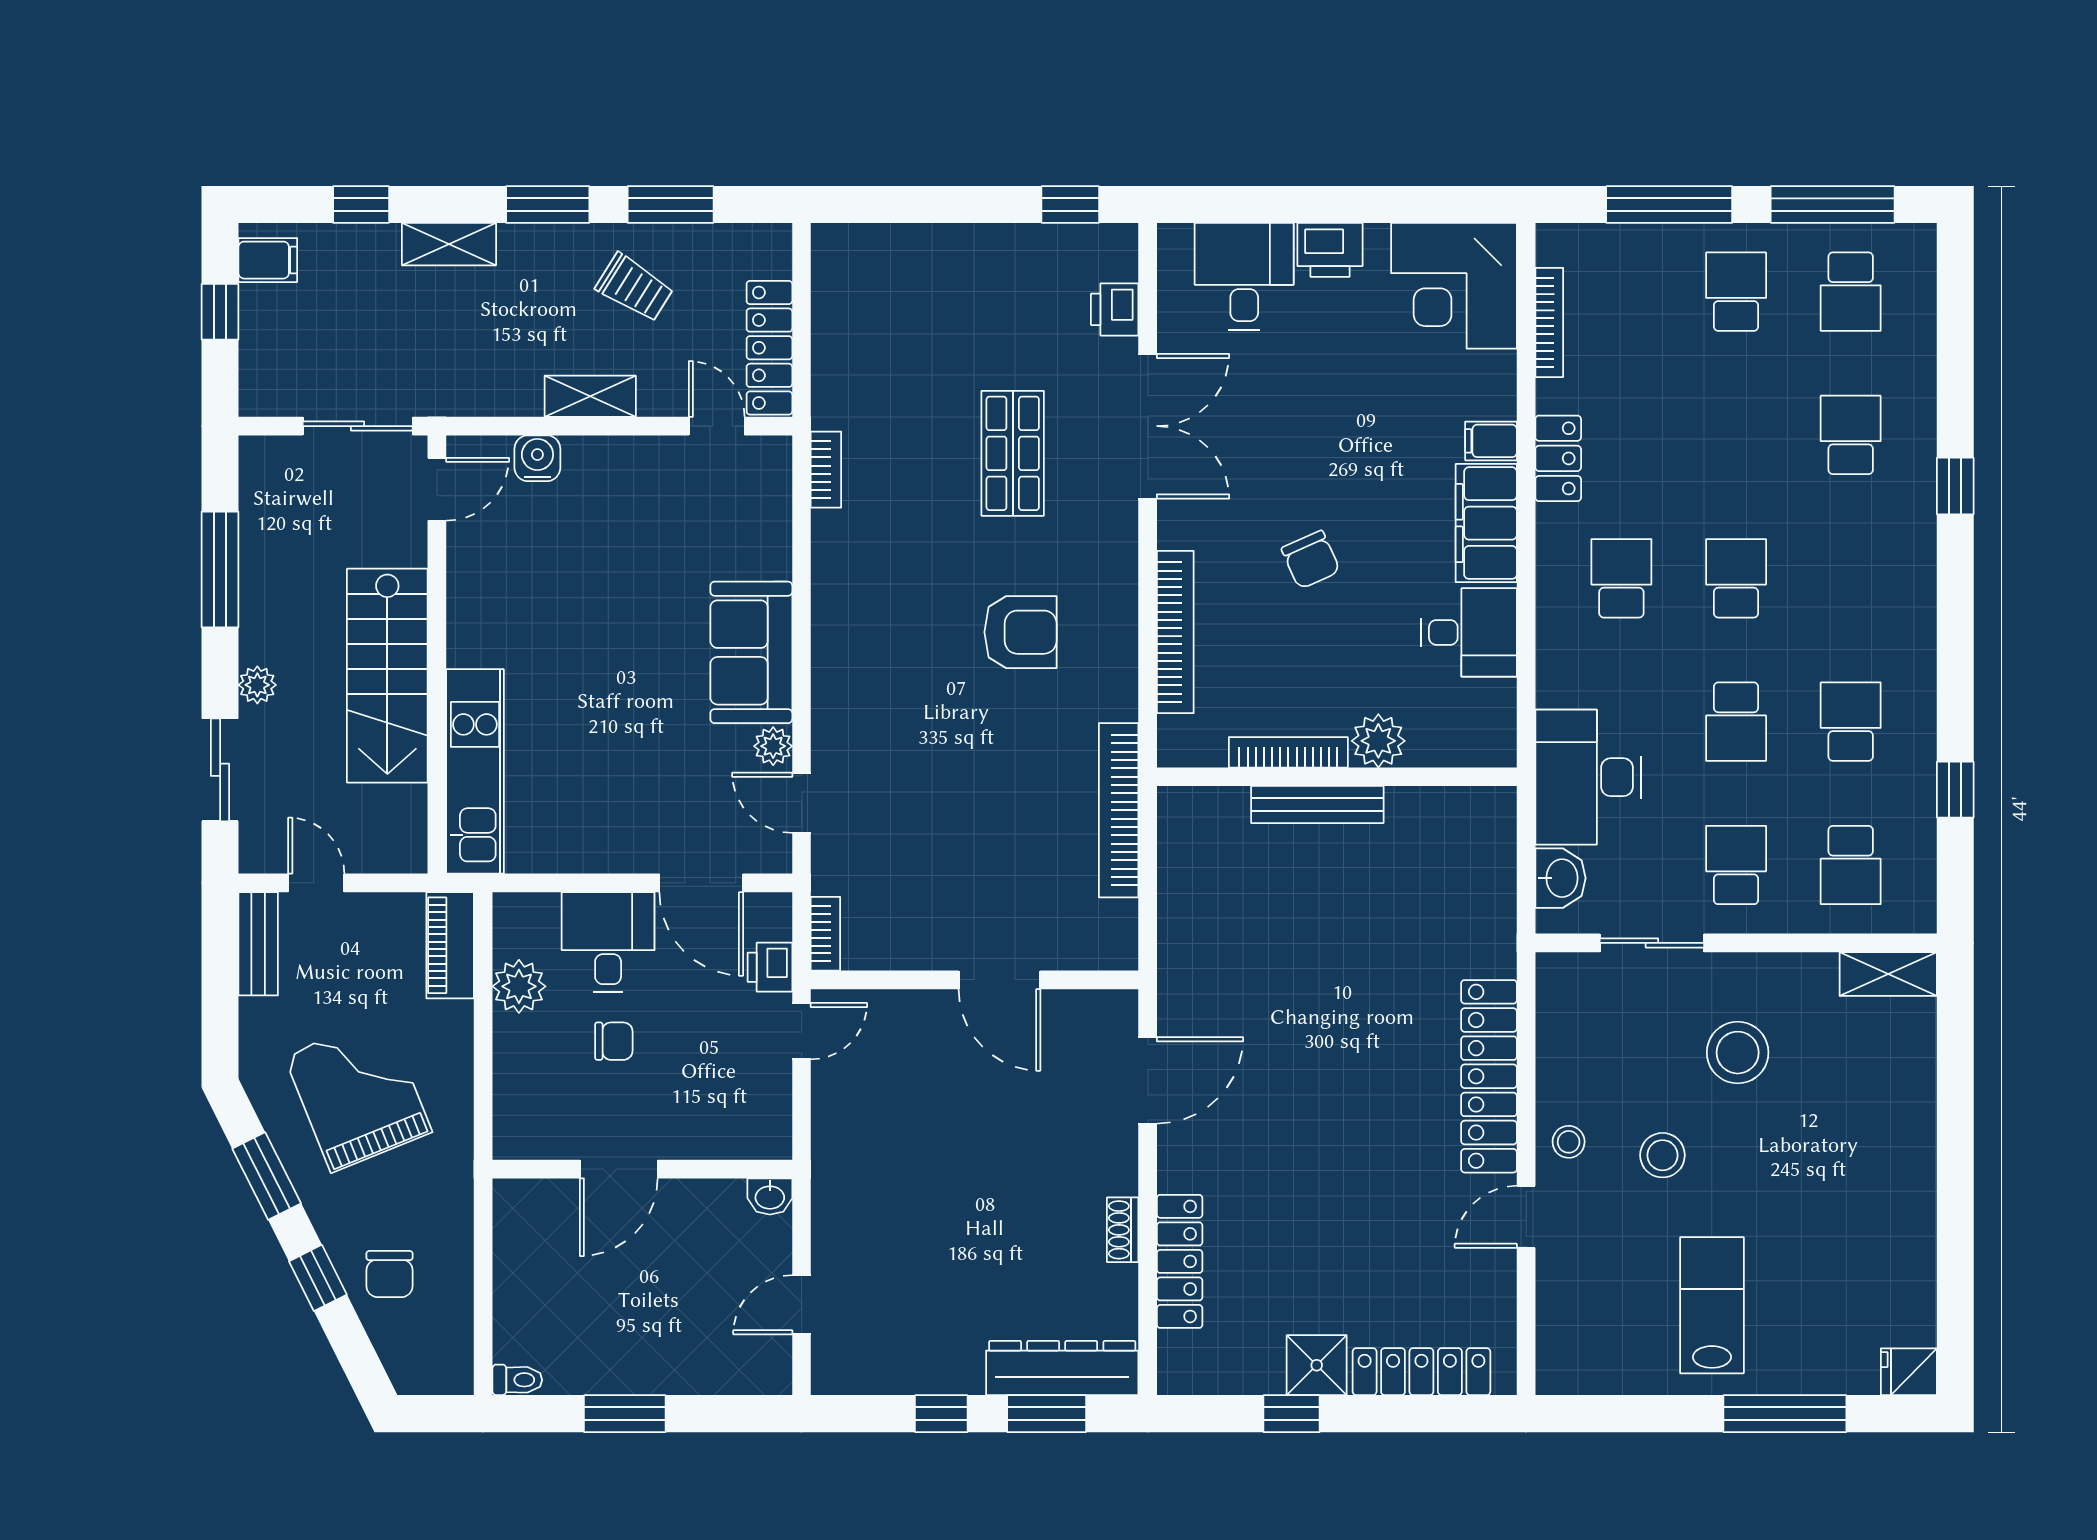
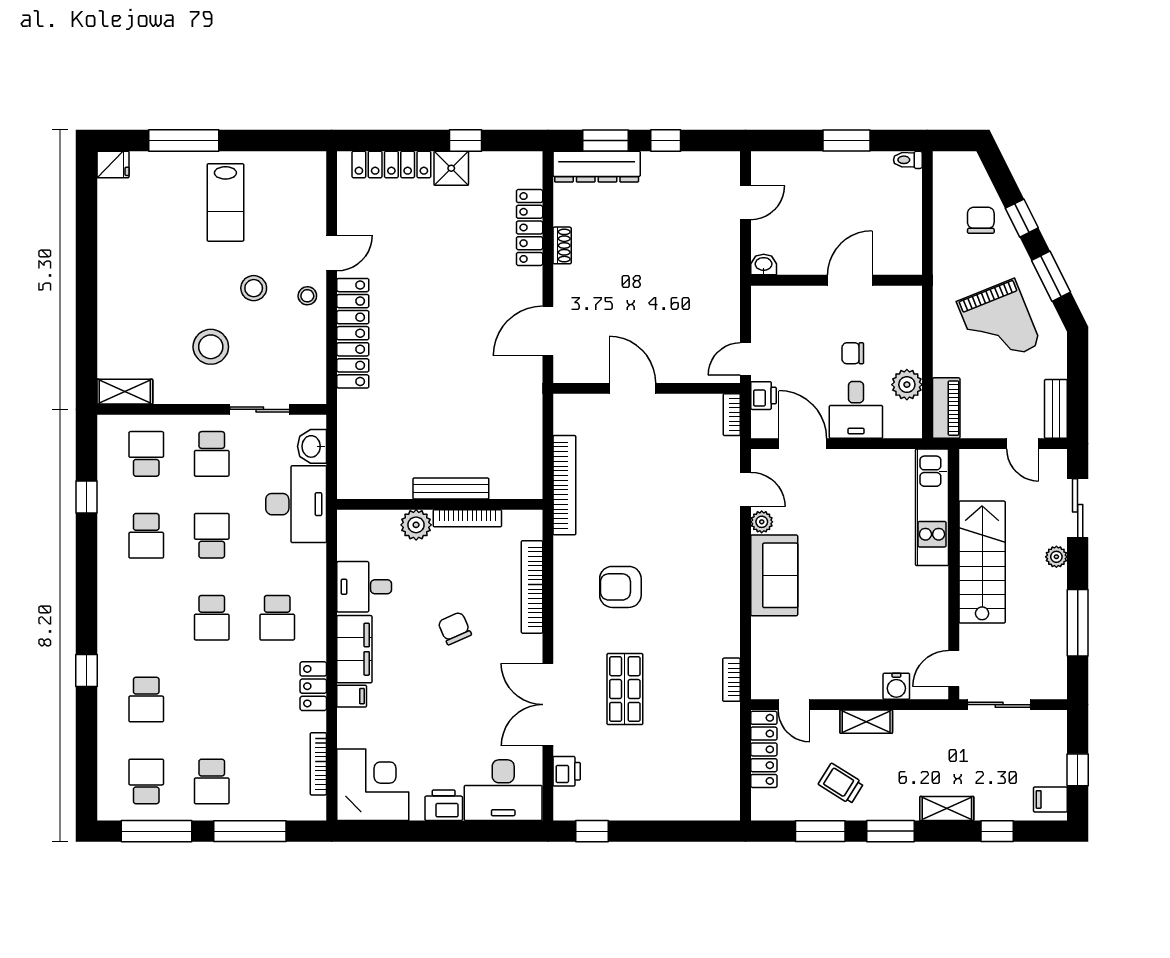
desk: (1244, 276) -> (503, 790), width x1.37

